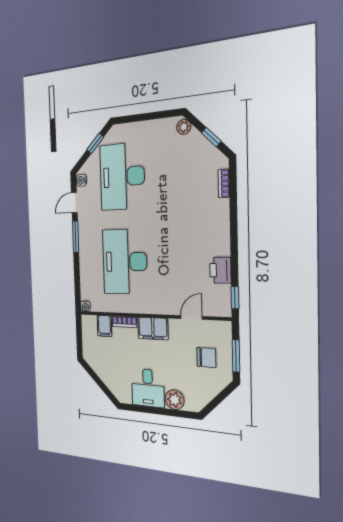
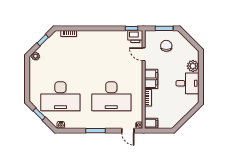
door: (74, 203) -> (128, 131), moved
printer: (220, 270) -> (135, 36), moved
filing cabinet: (104, 326) -> (151, 123), moved

